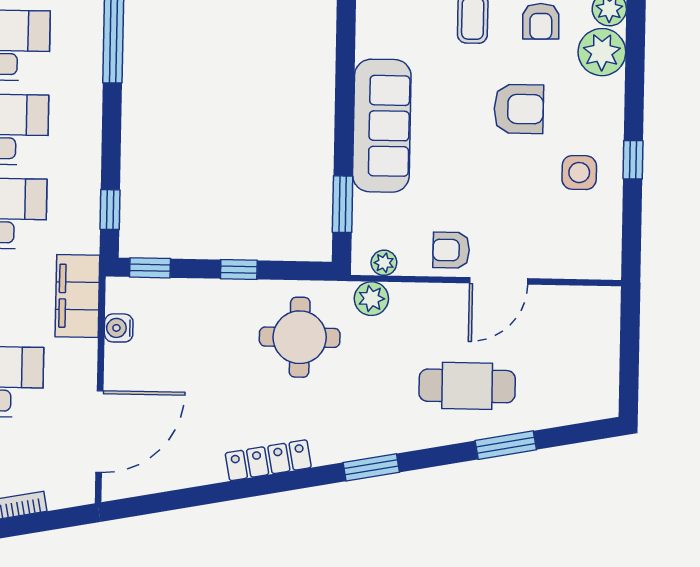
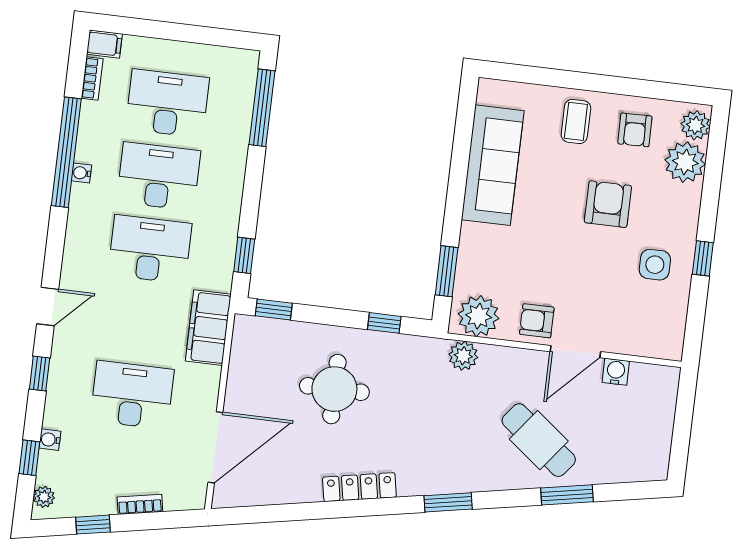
armchair: (519, 109) -> (608, 204), turned -90
sofa: (382, 126) -> (493, 165), moved
plant: (384, 263) -> (479, 316), width x1.88, depth x1.88
window: (239, 270) -> (384, 323), moved
water cooler: (119, 328) -> (616, 372), moved, turned 90
round table: (300, 337) -> (334, 389), moved
cafe table: (467, 386) -> (539, 440), turned 38

